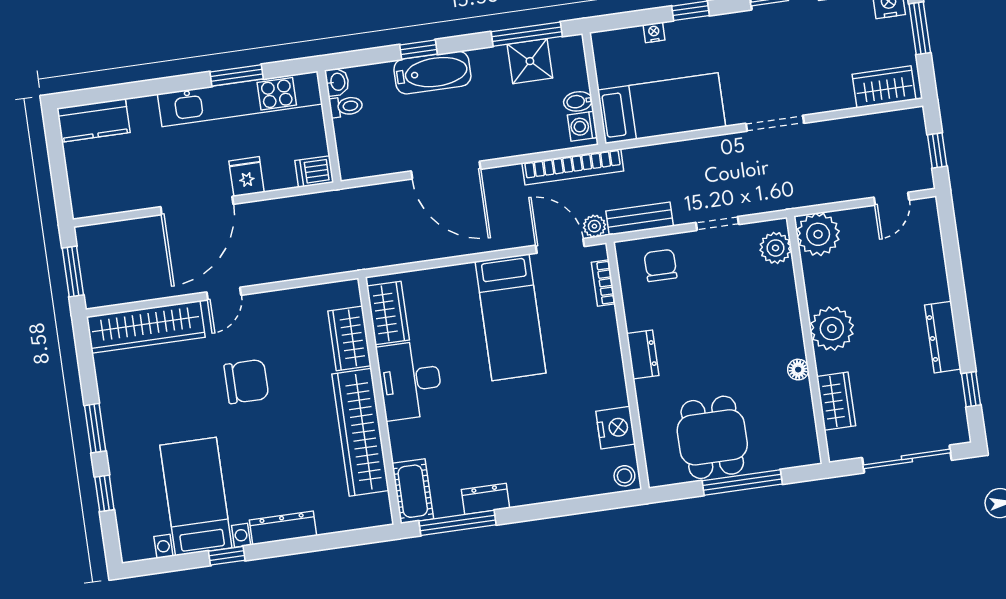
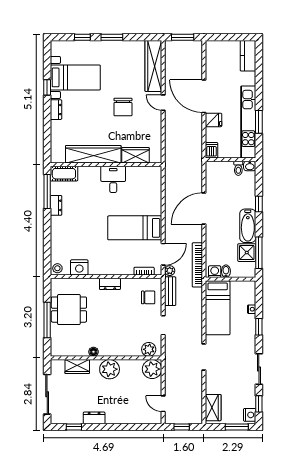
bathtub: (432, 73) -> (248, 226), moved
wardrobe: (388, 313) -> (144, 174), removed
dresser: (943, 337) -> (94, 418), width x0.70
desk: (410, 380) -> (113, 179), width x0.73
dresser: (283, 528) -> (56, 110), width x0.70

